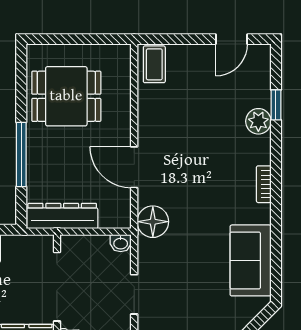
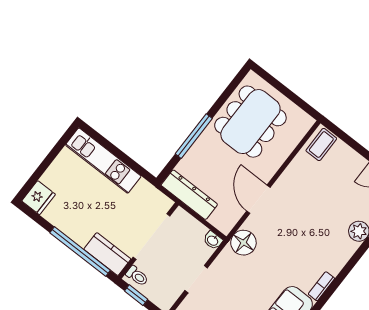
dining table: (66, 96) -> (250, 122), width x1.38
bookcase: (264, 184) -> (321, 286), moved

